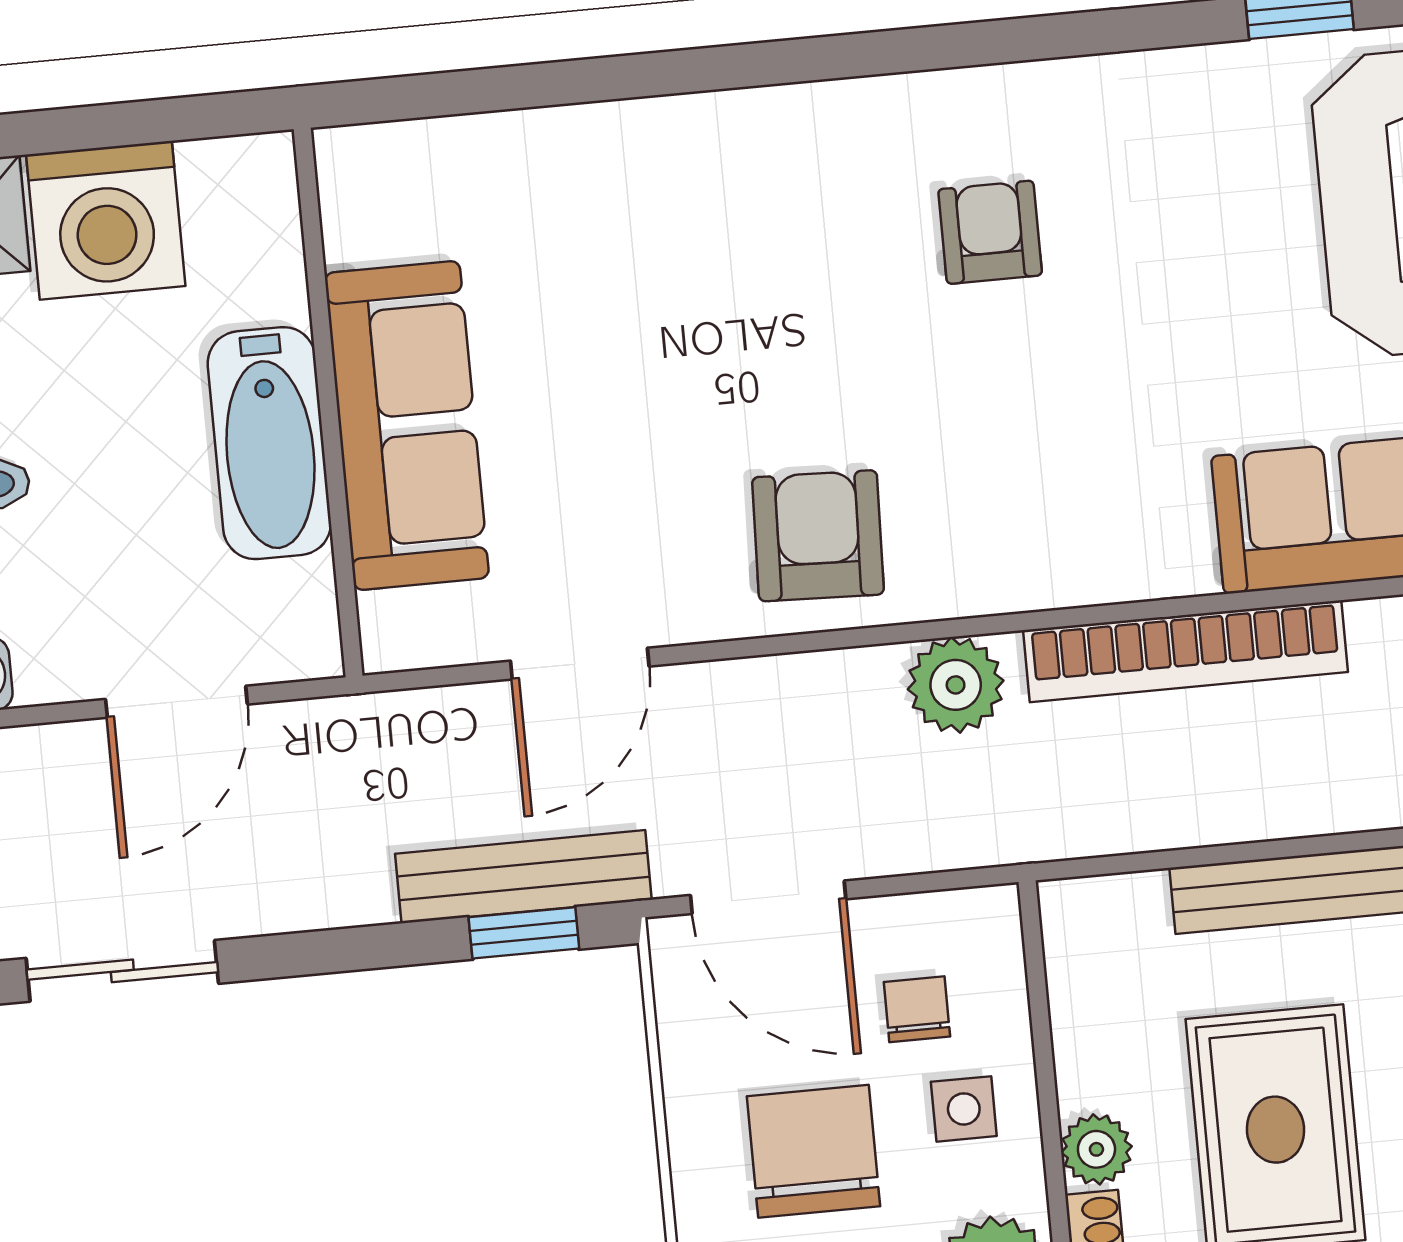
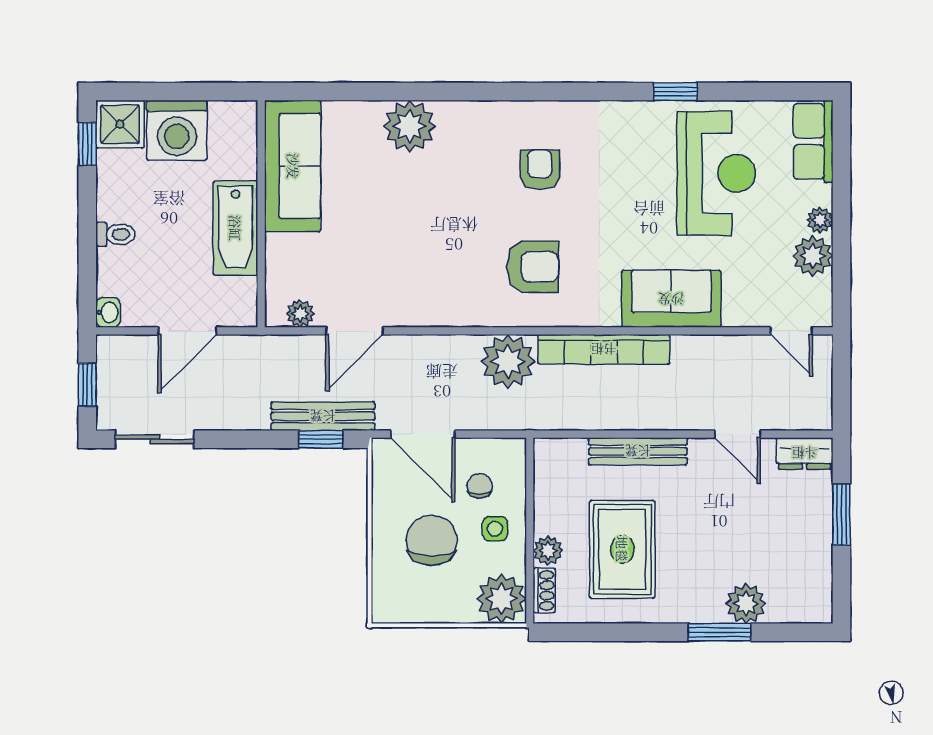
plant: (666, 157) -> (410, 126), added
sofa: (407, 425) -> (293, 166), moved
armchair: (818, 536) -> (533, 267), moved, turned 88
plant: (445, 634) -> (300, 314), added
plant: (956, 685) -> (508, 361), width x1.36, depth x1.36

